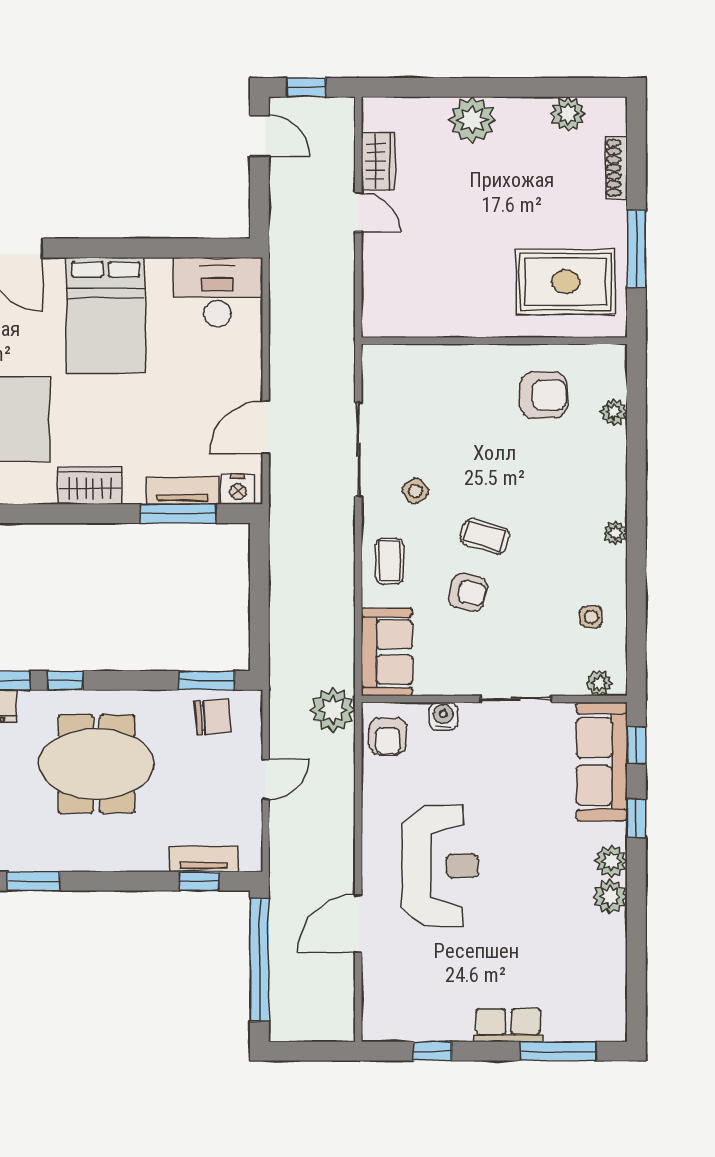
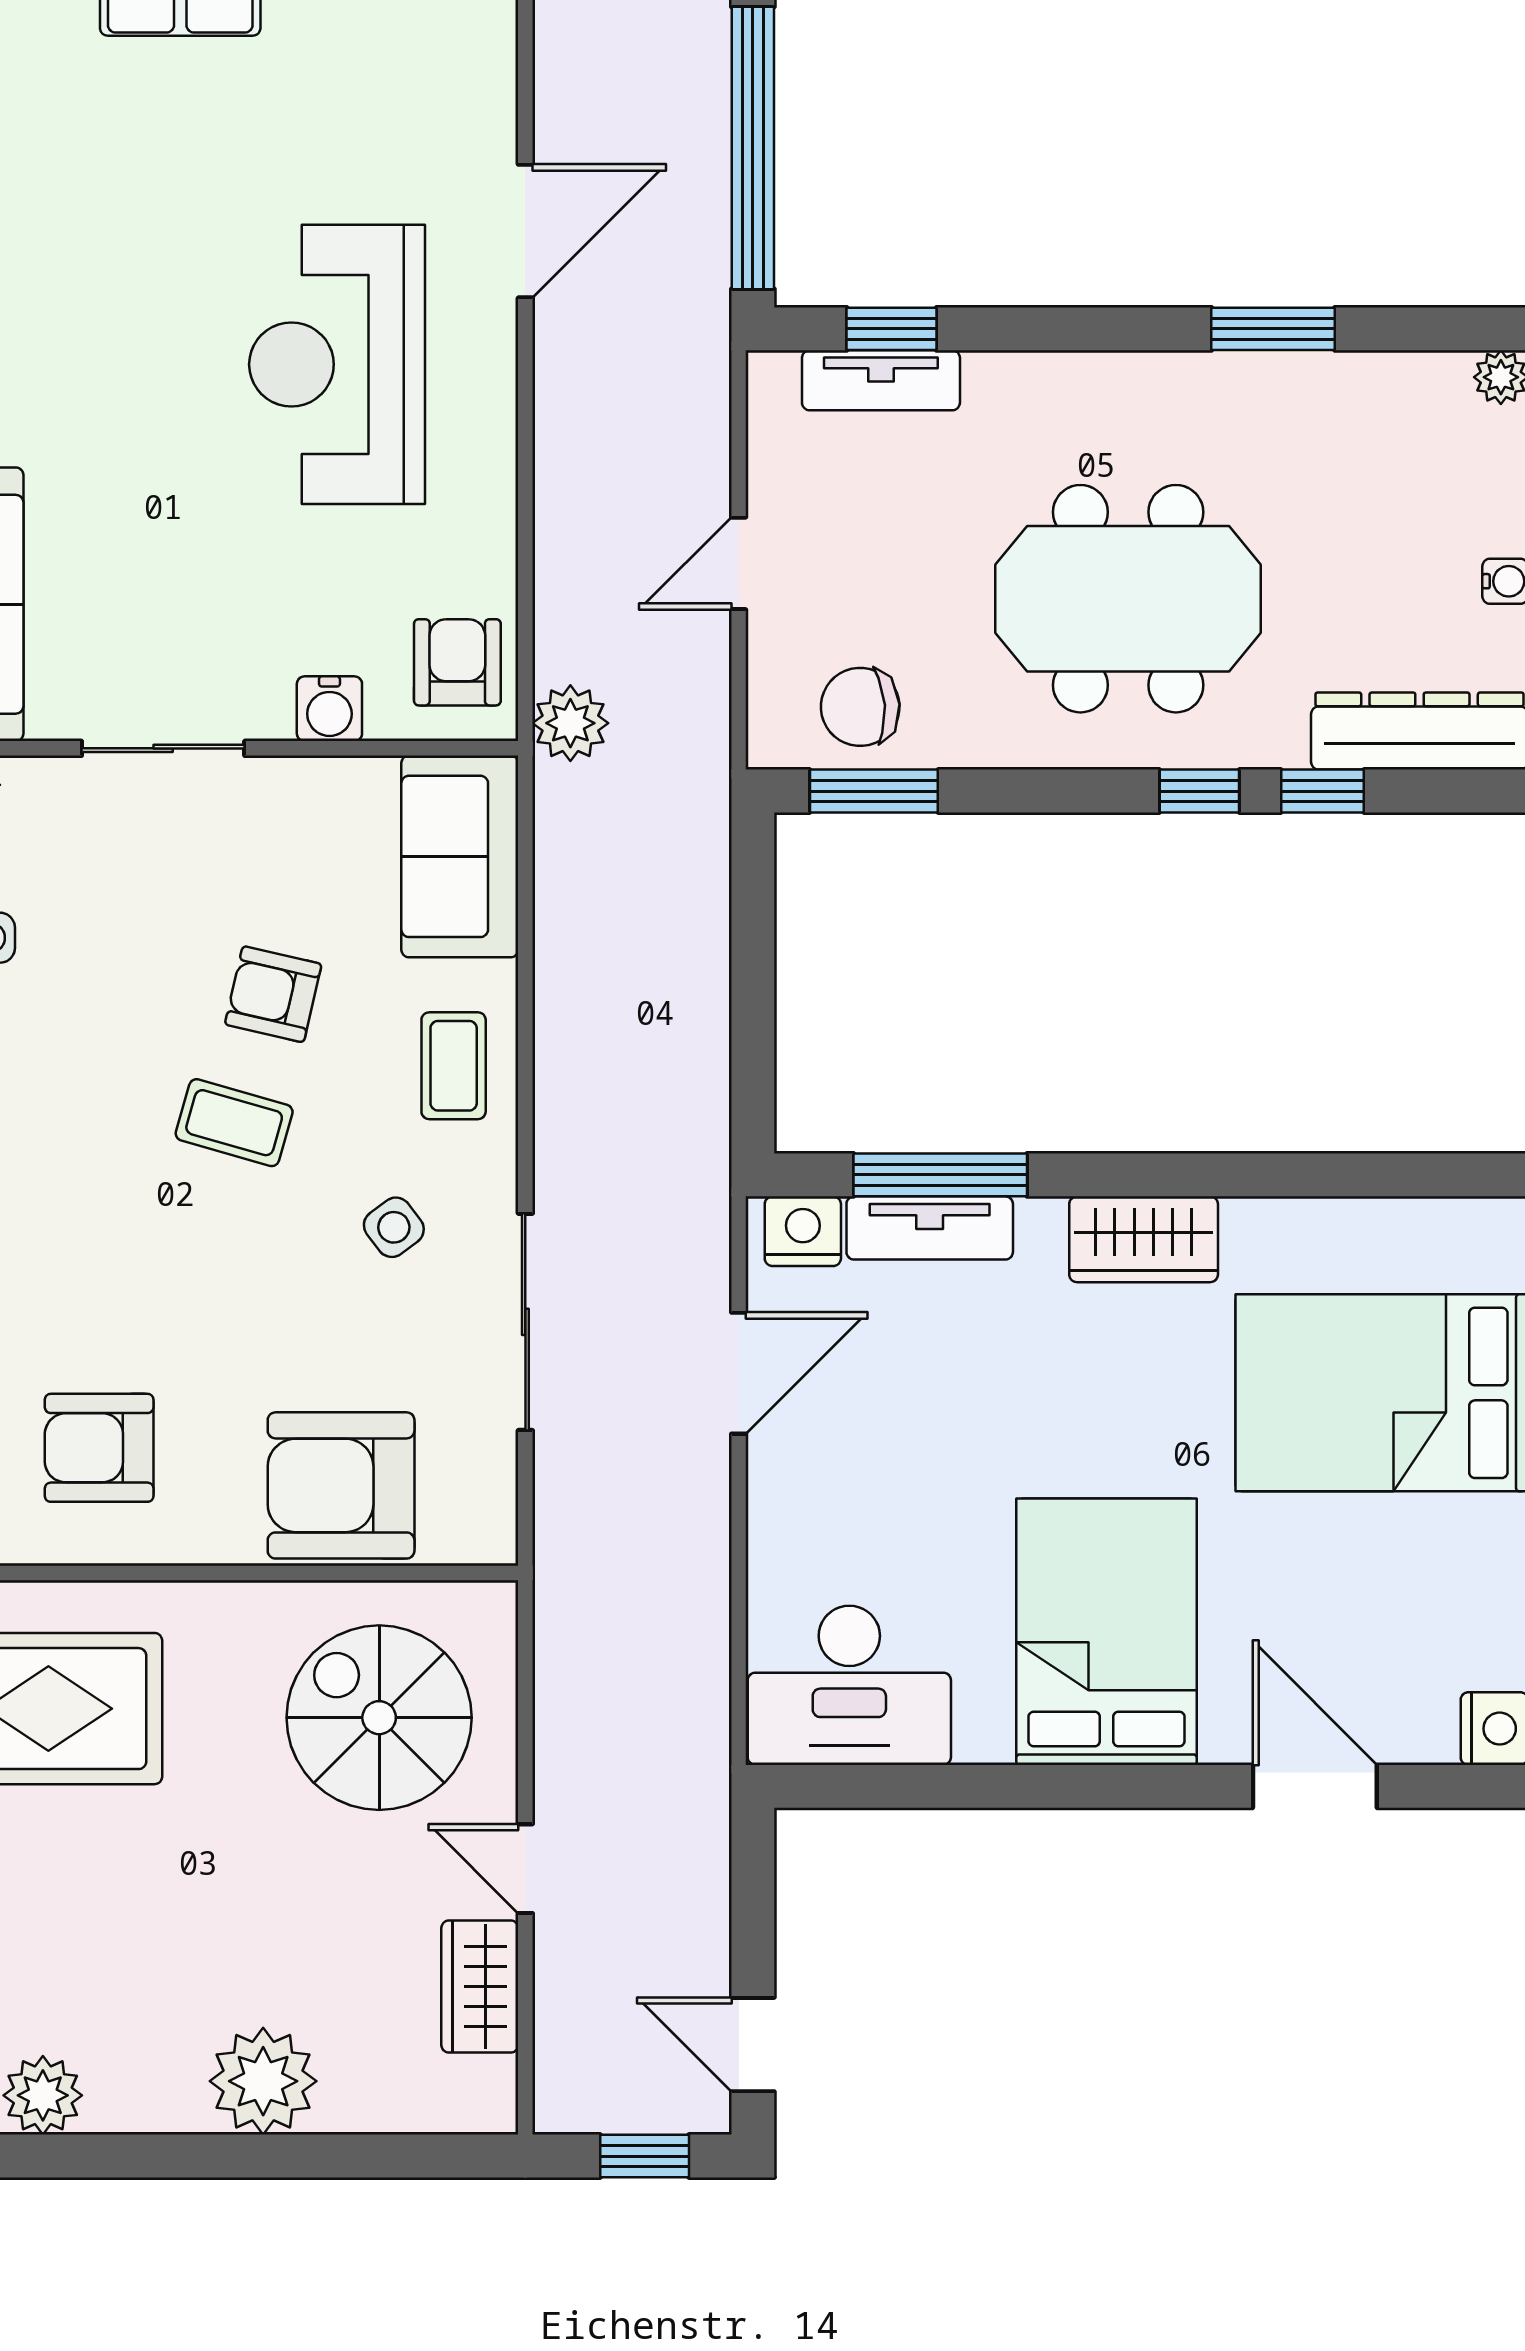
spiral stairs: (422, 278) -> (379, 1718), added
armchair: (438, 379) -> (341, 1485), added
plant: (333, 710) -> (570, 723), width x0.73, depth x0.73

